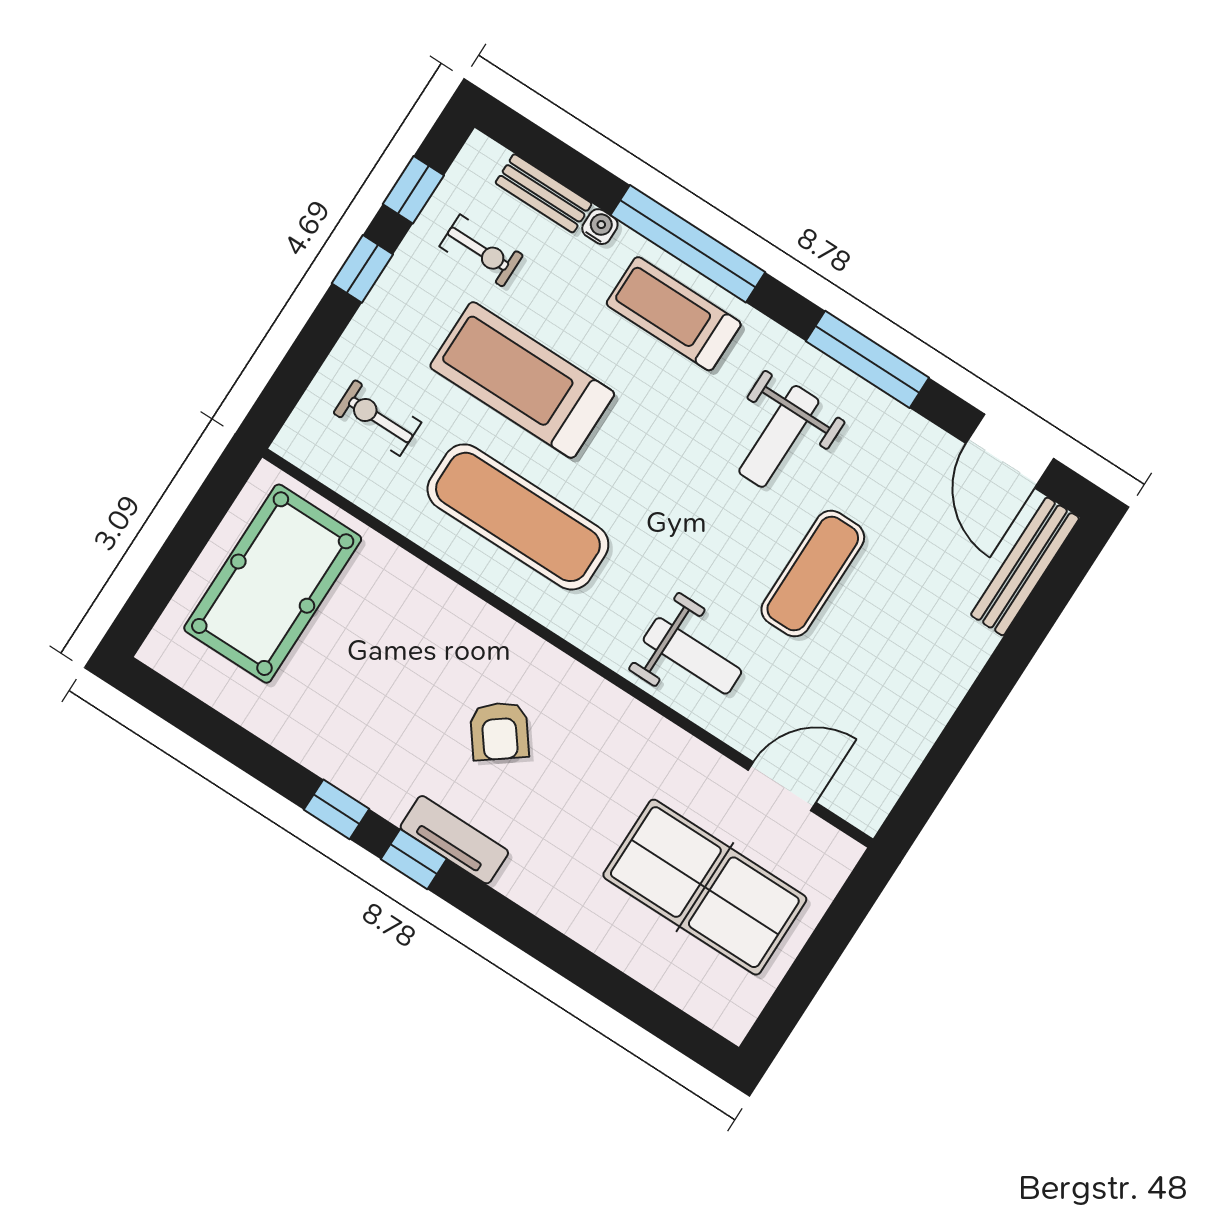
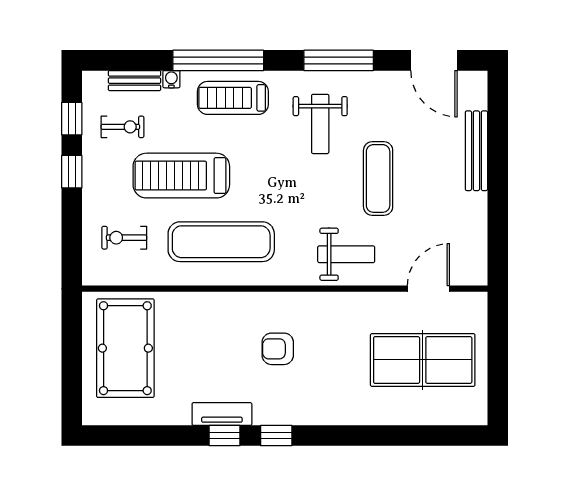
bench: (1025, 566) -> (476, 151), moved
armchair: (499, 731) -> (278, 349), turned 127
tv unit: (454, 840) -> (222, 414), moved

